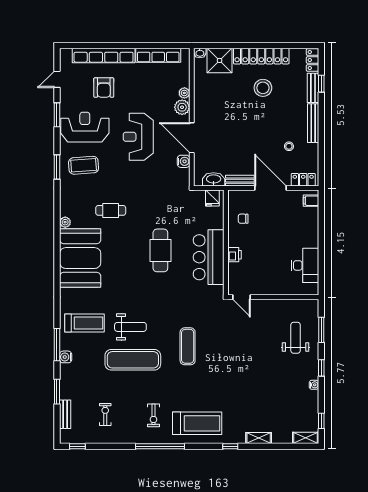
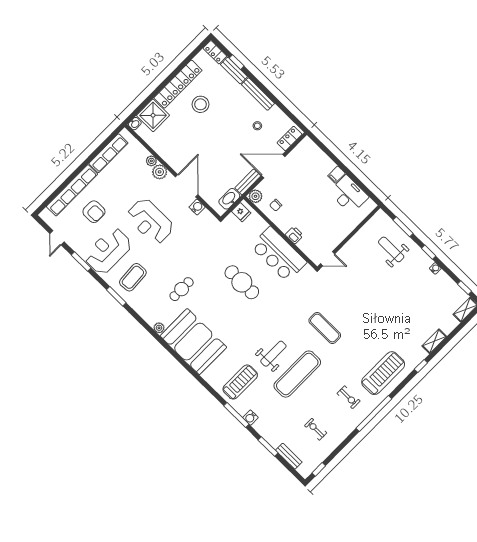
door: (192, 138) -> (187, 186), swing flipped
plant: (235, 197) -> (255, 196), added
filing cabinet: (311, 201) -> (336, 175), moved

